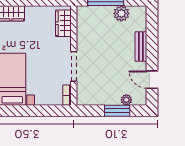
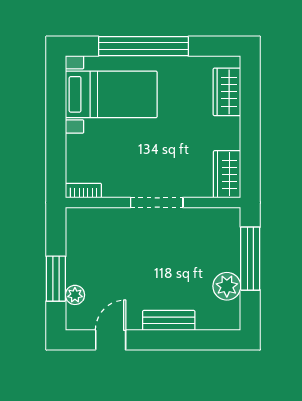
wardrobe: (63, 23) -> (227, 174), moved, turned -90
doorway: (74, 66) -> (157, 203), moved

